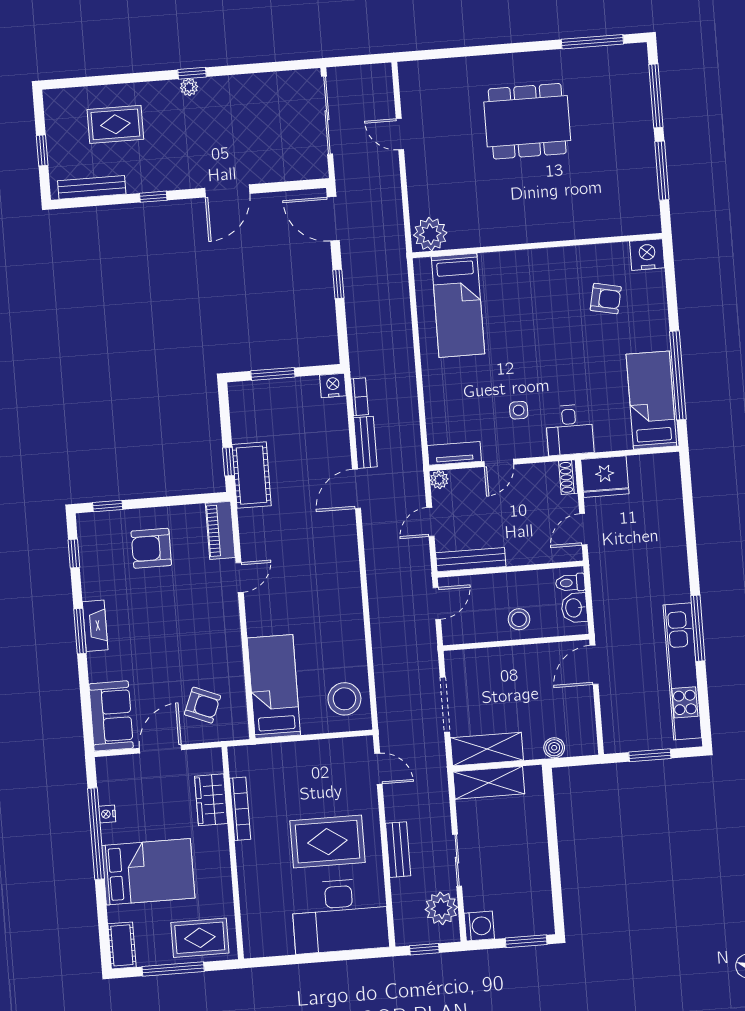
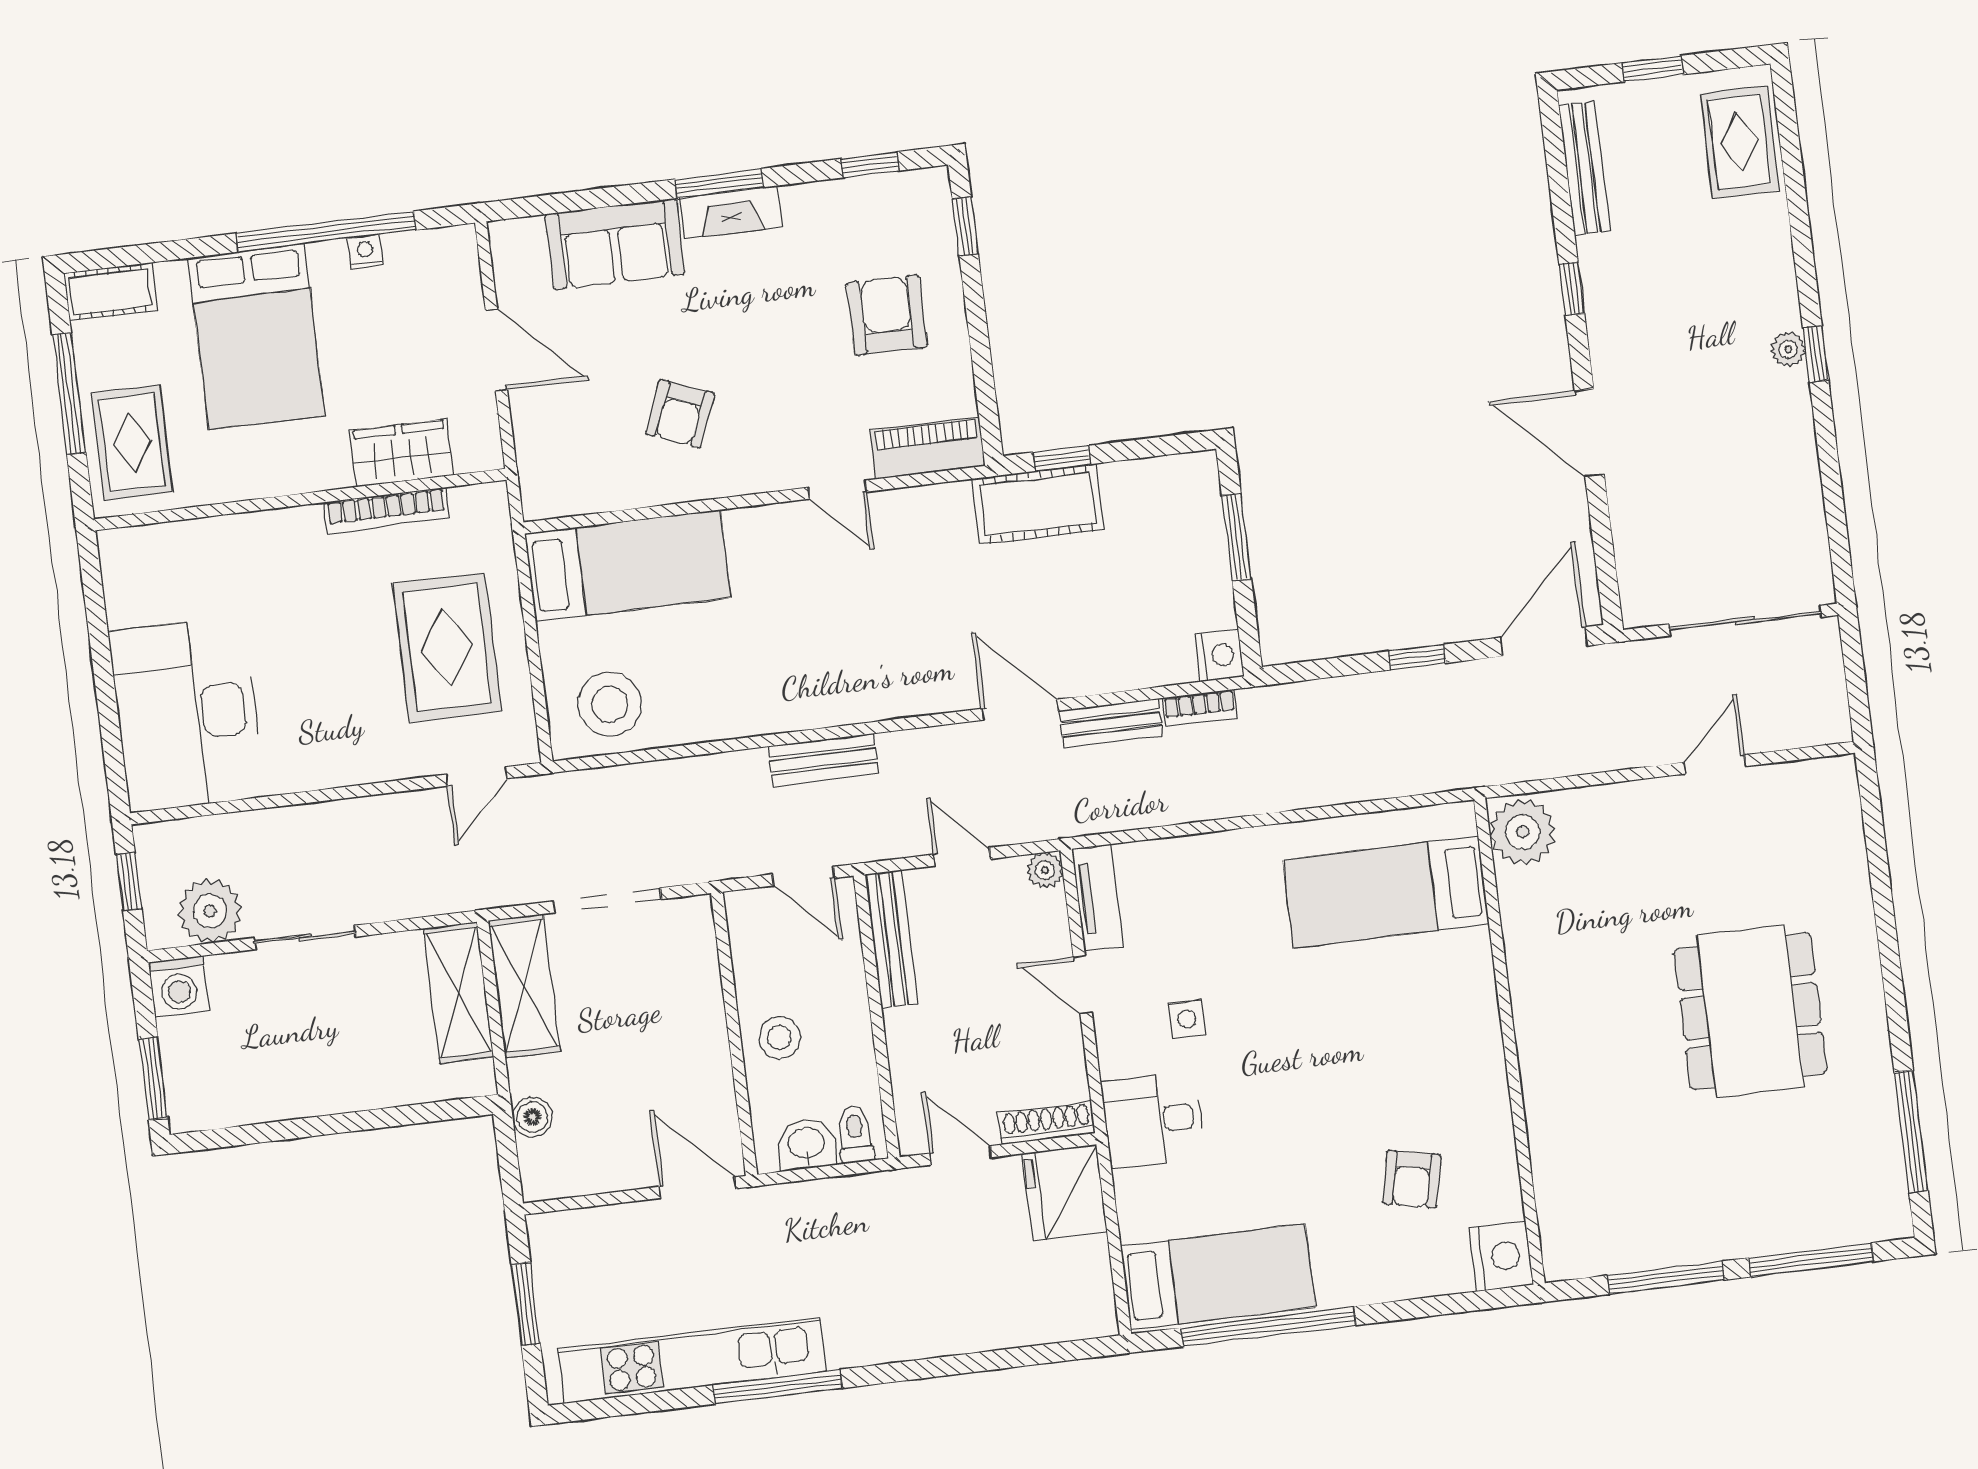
rug: (115, 124) -> (1739, 142), moved
shoe rack: (568, 477) -> (1047, 1123), width x1.43
armchair: (203, 705) -> (680, 414), moved
sofa: (111, 716) -> (615, 244), moved
rug: (327, 842) -> (447, 647), moved
bench: (398, 850) -> (823, 760), moved

